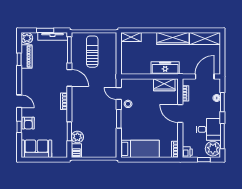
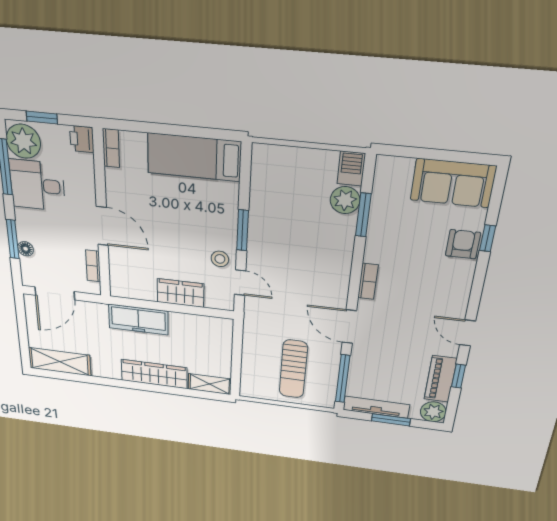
wardrobe: (173, 39) -> (154, 374), moved
wardrobe: (164, 85) -> (181, 293), moved
door: (19, 101) -> (468, 333), moved

